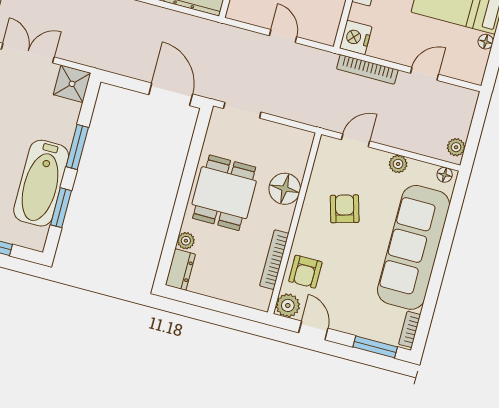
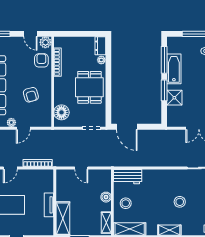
nightstand: (356, 37) -> (47, 177), removed
shower: (72, 84) -> (174, 98), moved
door: (356, 140) -> (23, 128), moved
bathtub: (41, 183) -> (174, 69), width x0.73, depth x0.73
floor lamp: (285, 189) -> (61, 112), moved
window: (61, 208) -> (164, 60), width x1.44

